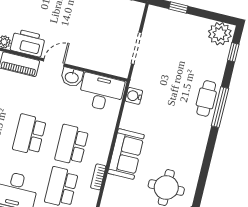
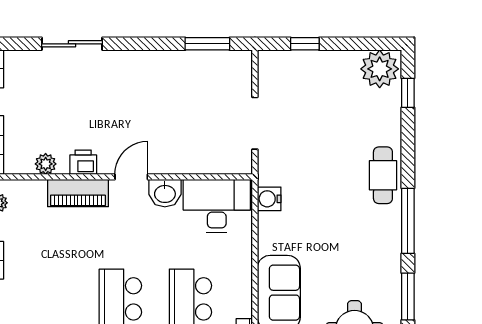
printer: (28, 43) -> (83, 162), width x0.53, depth x0.68
window: (220, 107) -> (408, 221), moved
window: (203, 175) -> (408, 296), added

